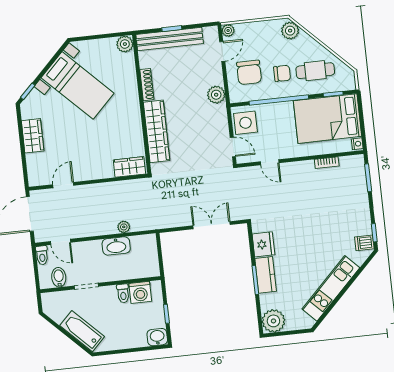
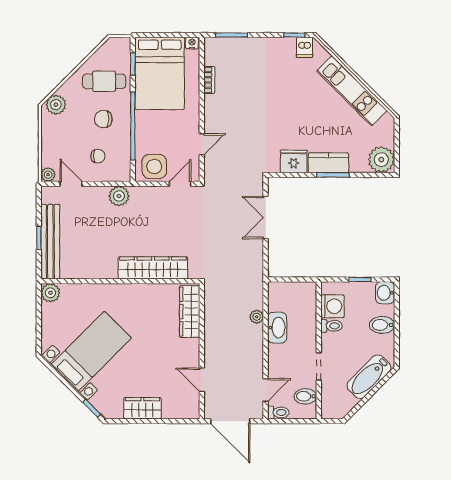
cafe table: (315, 71) -> (104, 81), turned 90
chair: (249, 72) -> (98, 156), width x0.54, depth x0.54
chair: (282, 73) -> (103, 119), turned -90
shoe rack: (147, 85) -> (99, 273), removed
wardrobe: (129, 167) -> (190, 312), width x1.50
bidet: (129, 338) -> (382, 325), added

